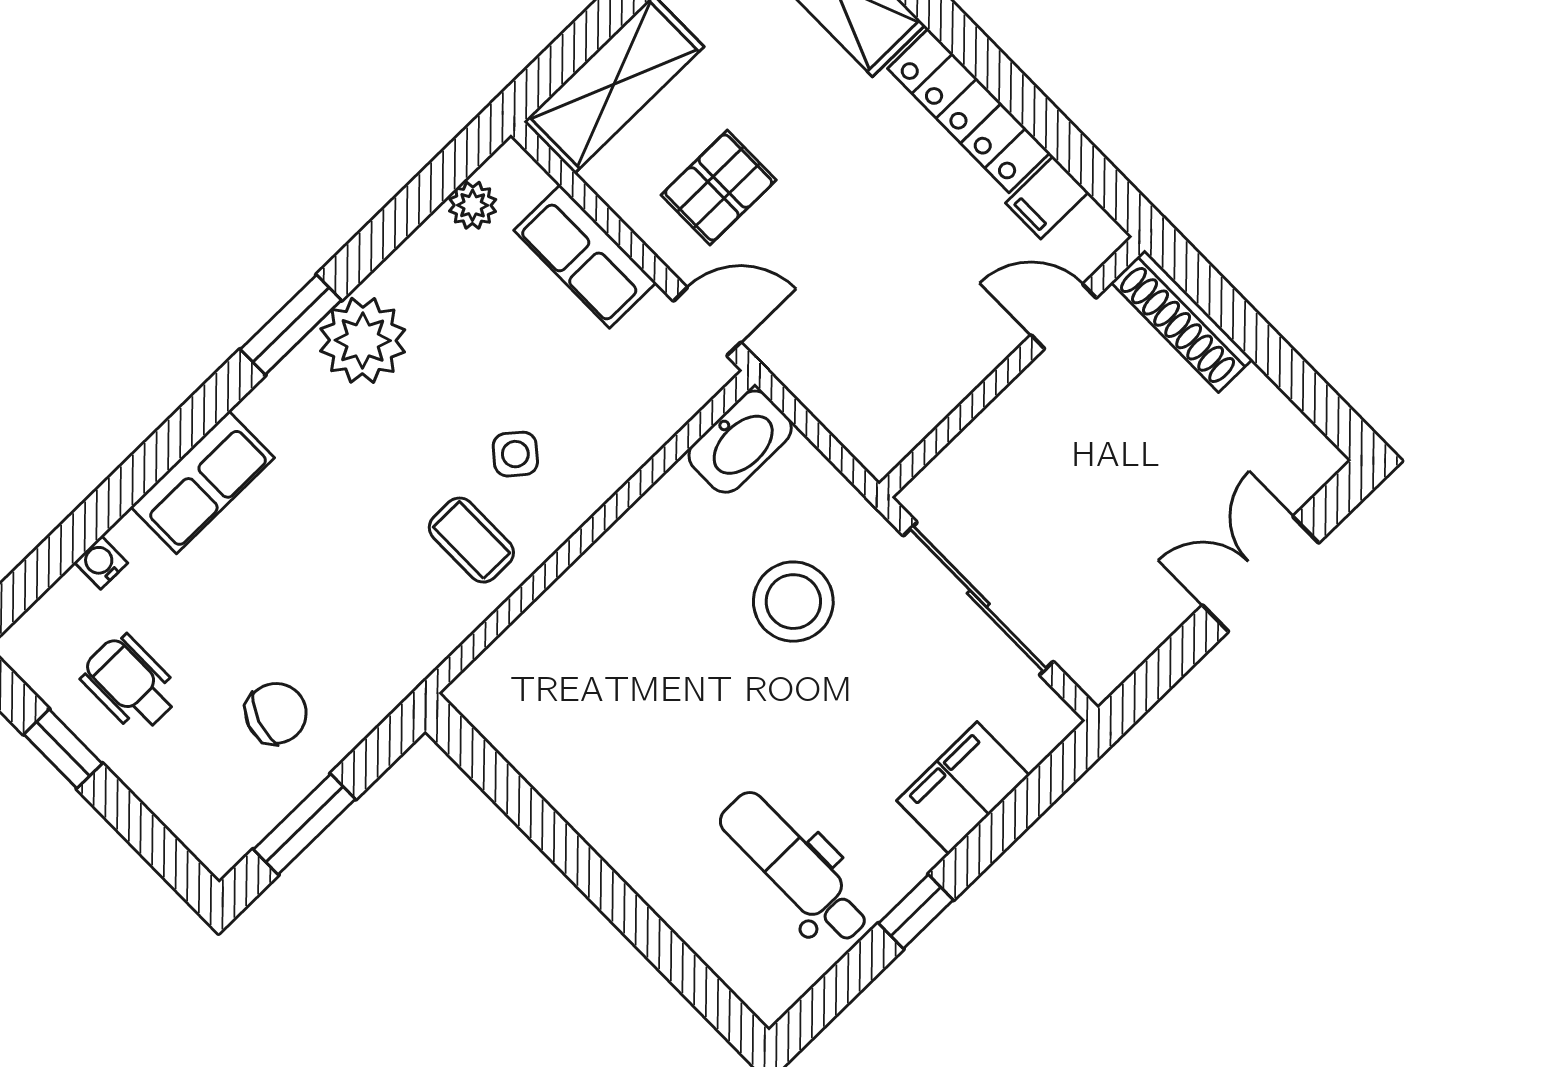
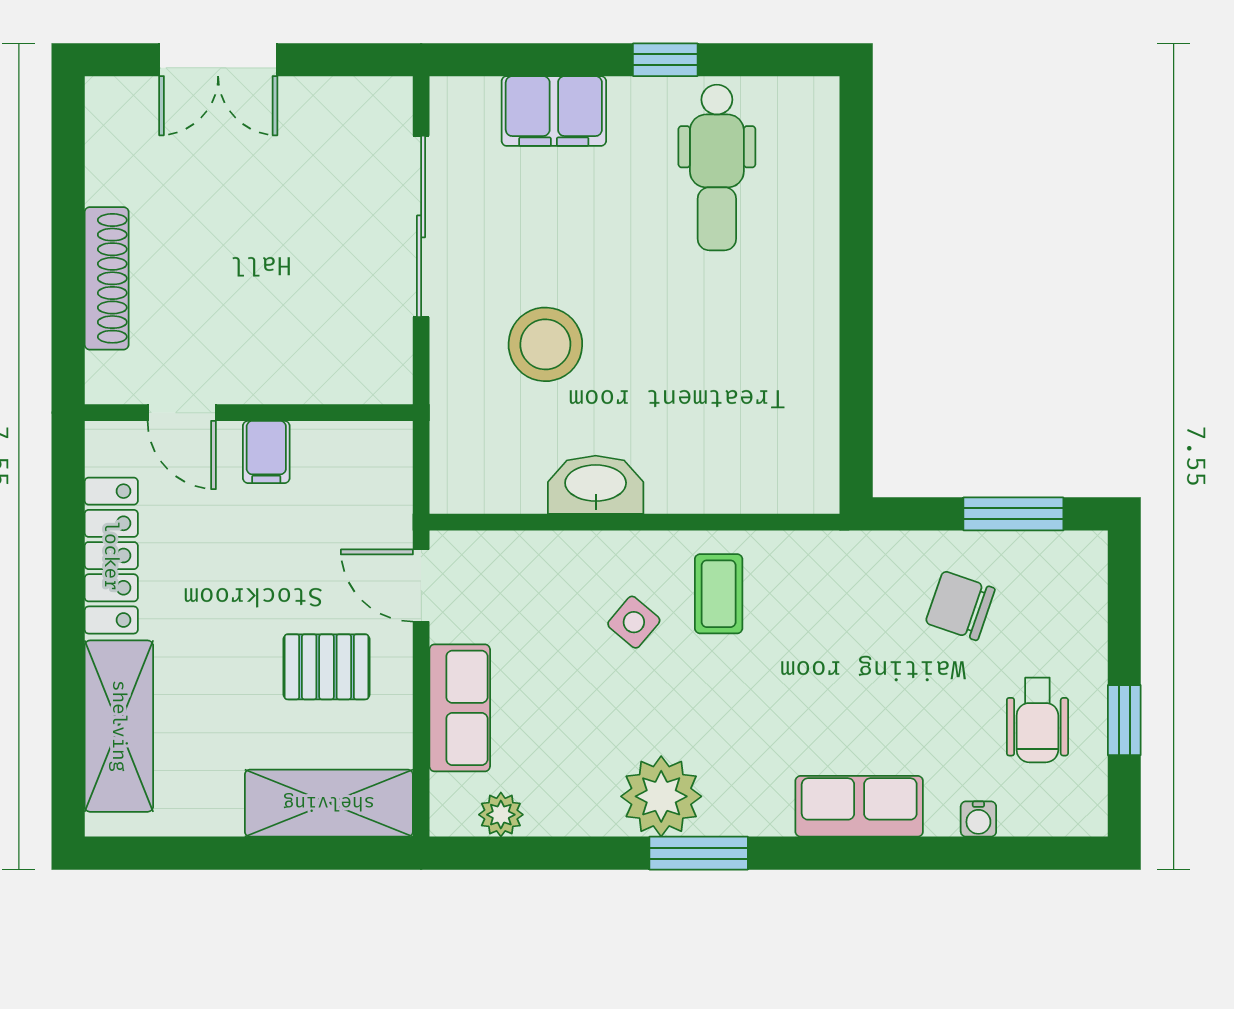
filing cabinet: (1047, 198) -> (266, 452), moved, turned 90
door: (1064, 316) -> (182, 413), moved
wall: (1012, 367) -> (249, 413), moved
washbasin: (740, 442) -> (596, 485), moved

